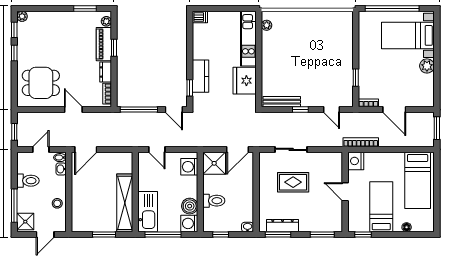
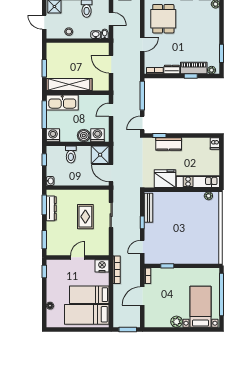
door: (86, 149) -> (111, 64), moved
boiler: (190, 206) -> (84, 135), moved
bed: (381, 207) -> (89, 295), moved, turned 180

